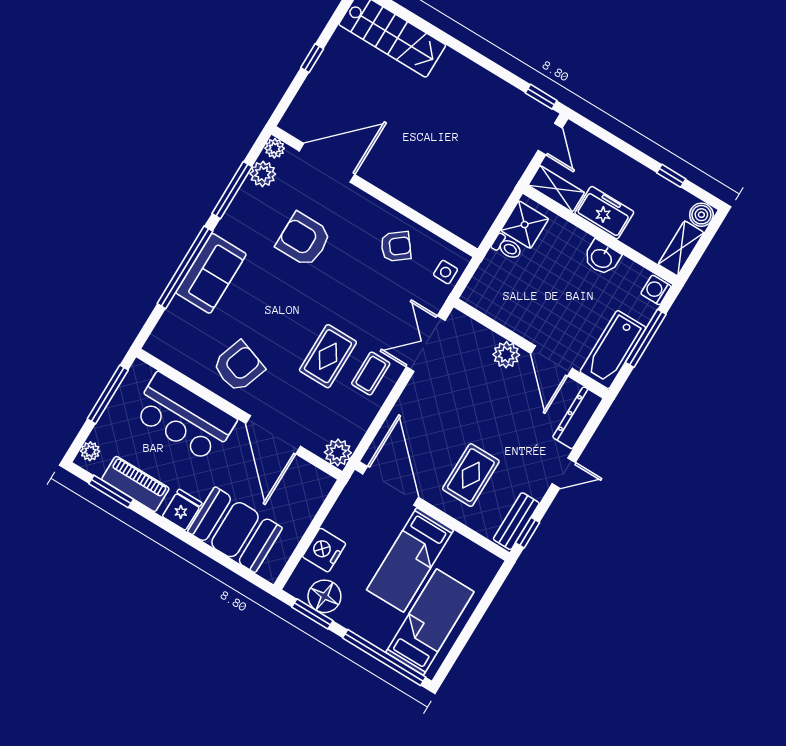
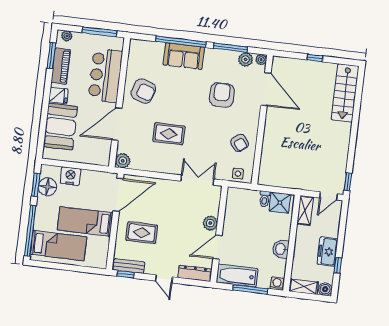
freezer: (604, 213) -> (328, 252), moved, turned 180
coffee table: (371, 374) -> (170, 159), removed

